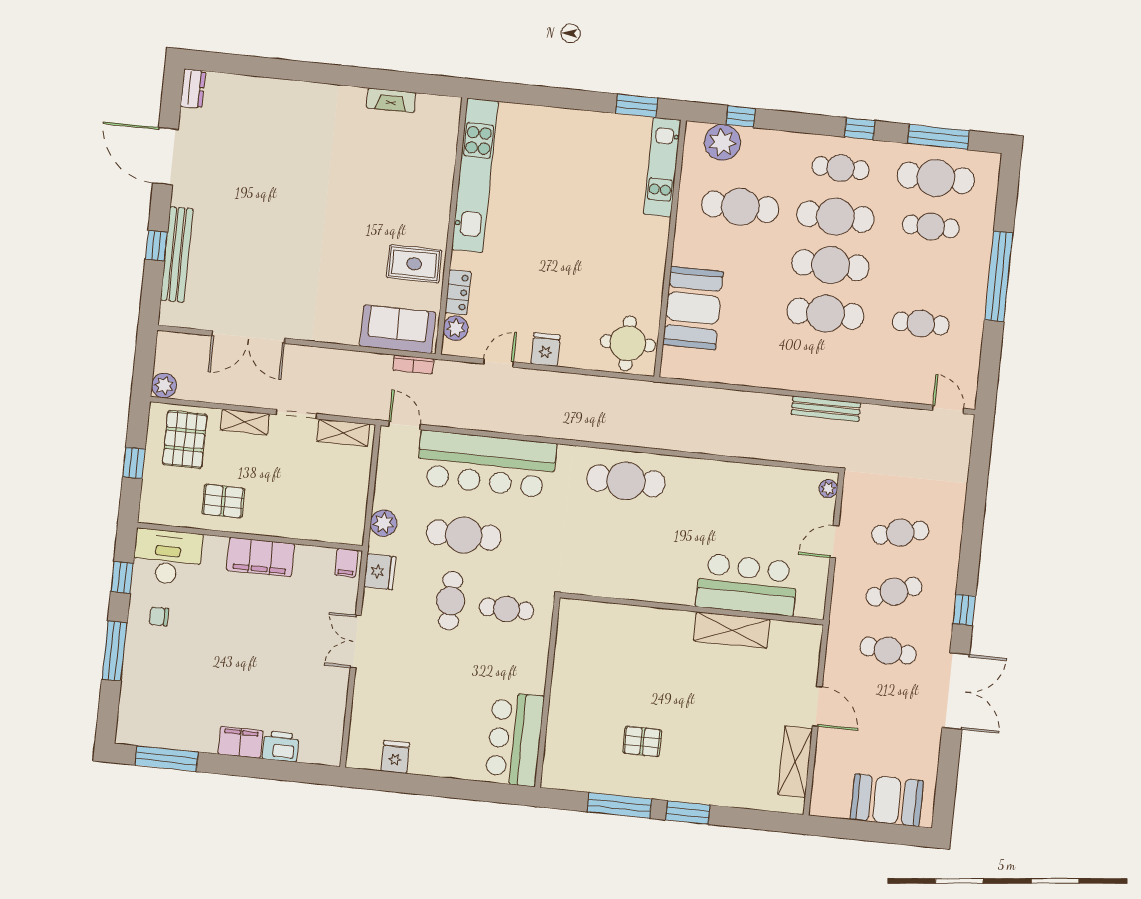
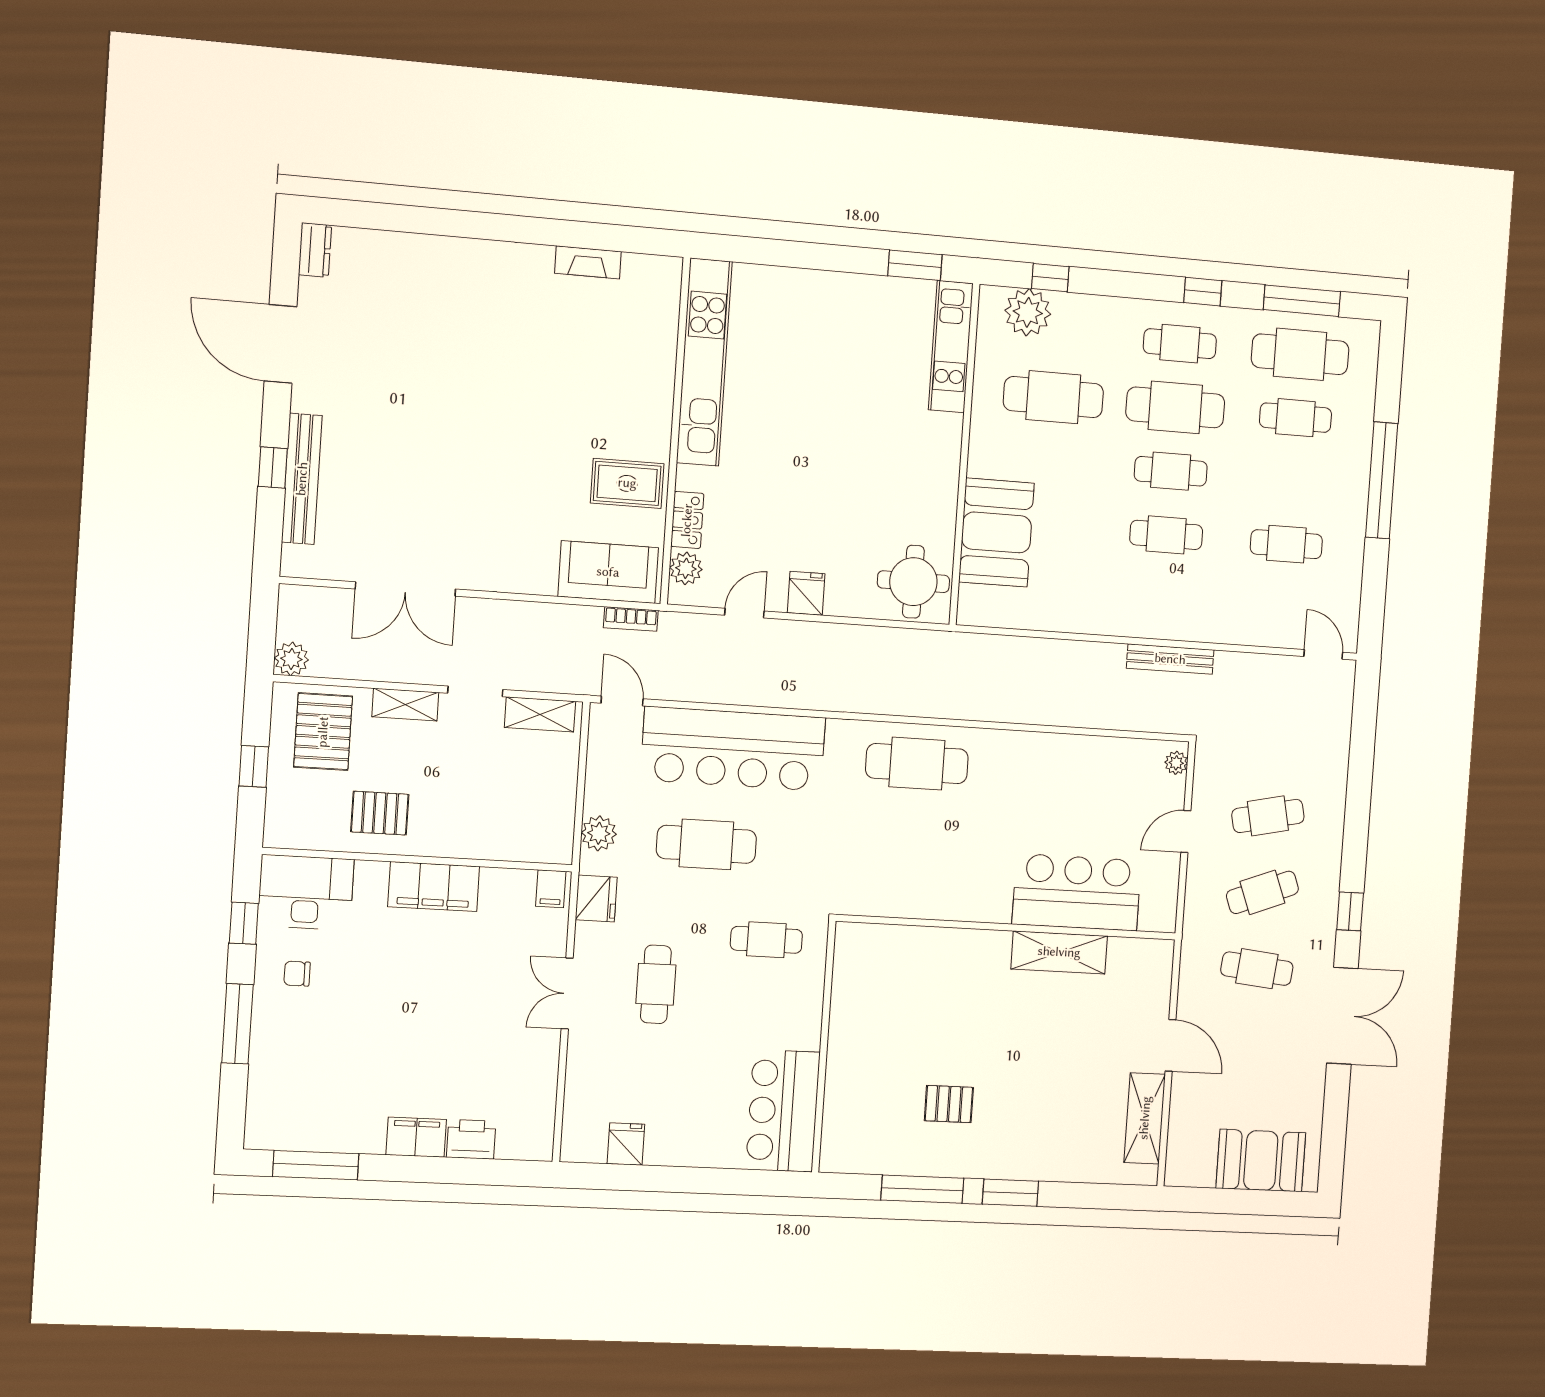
cafe table: (831, 265) -> (1171, 471), width x0.73, depth x0.74
cafe table: (825, 314) -> (1166, 535), width x0.73, depth x0.74
cafe table: (451, 601) -> (656, 984), moved

